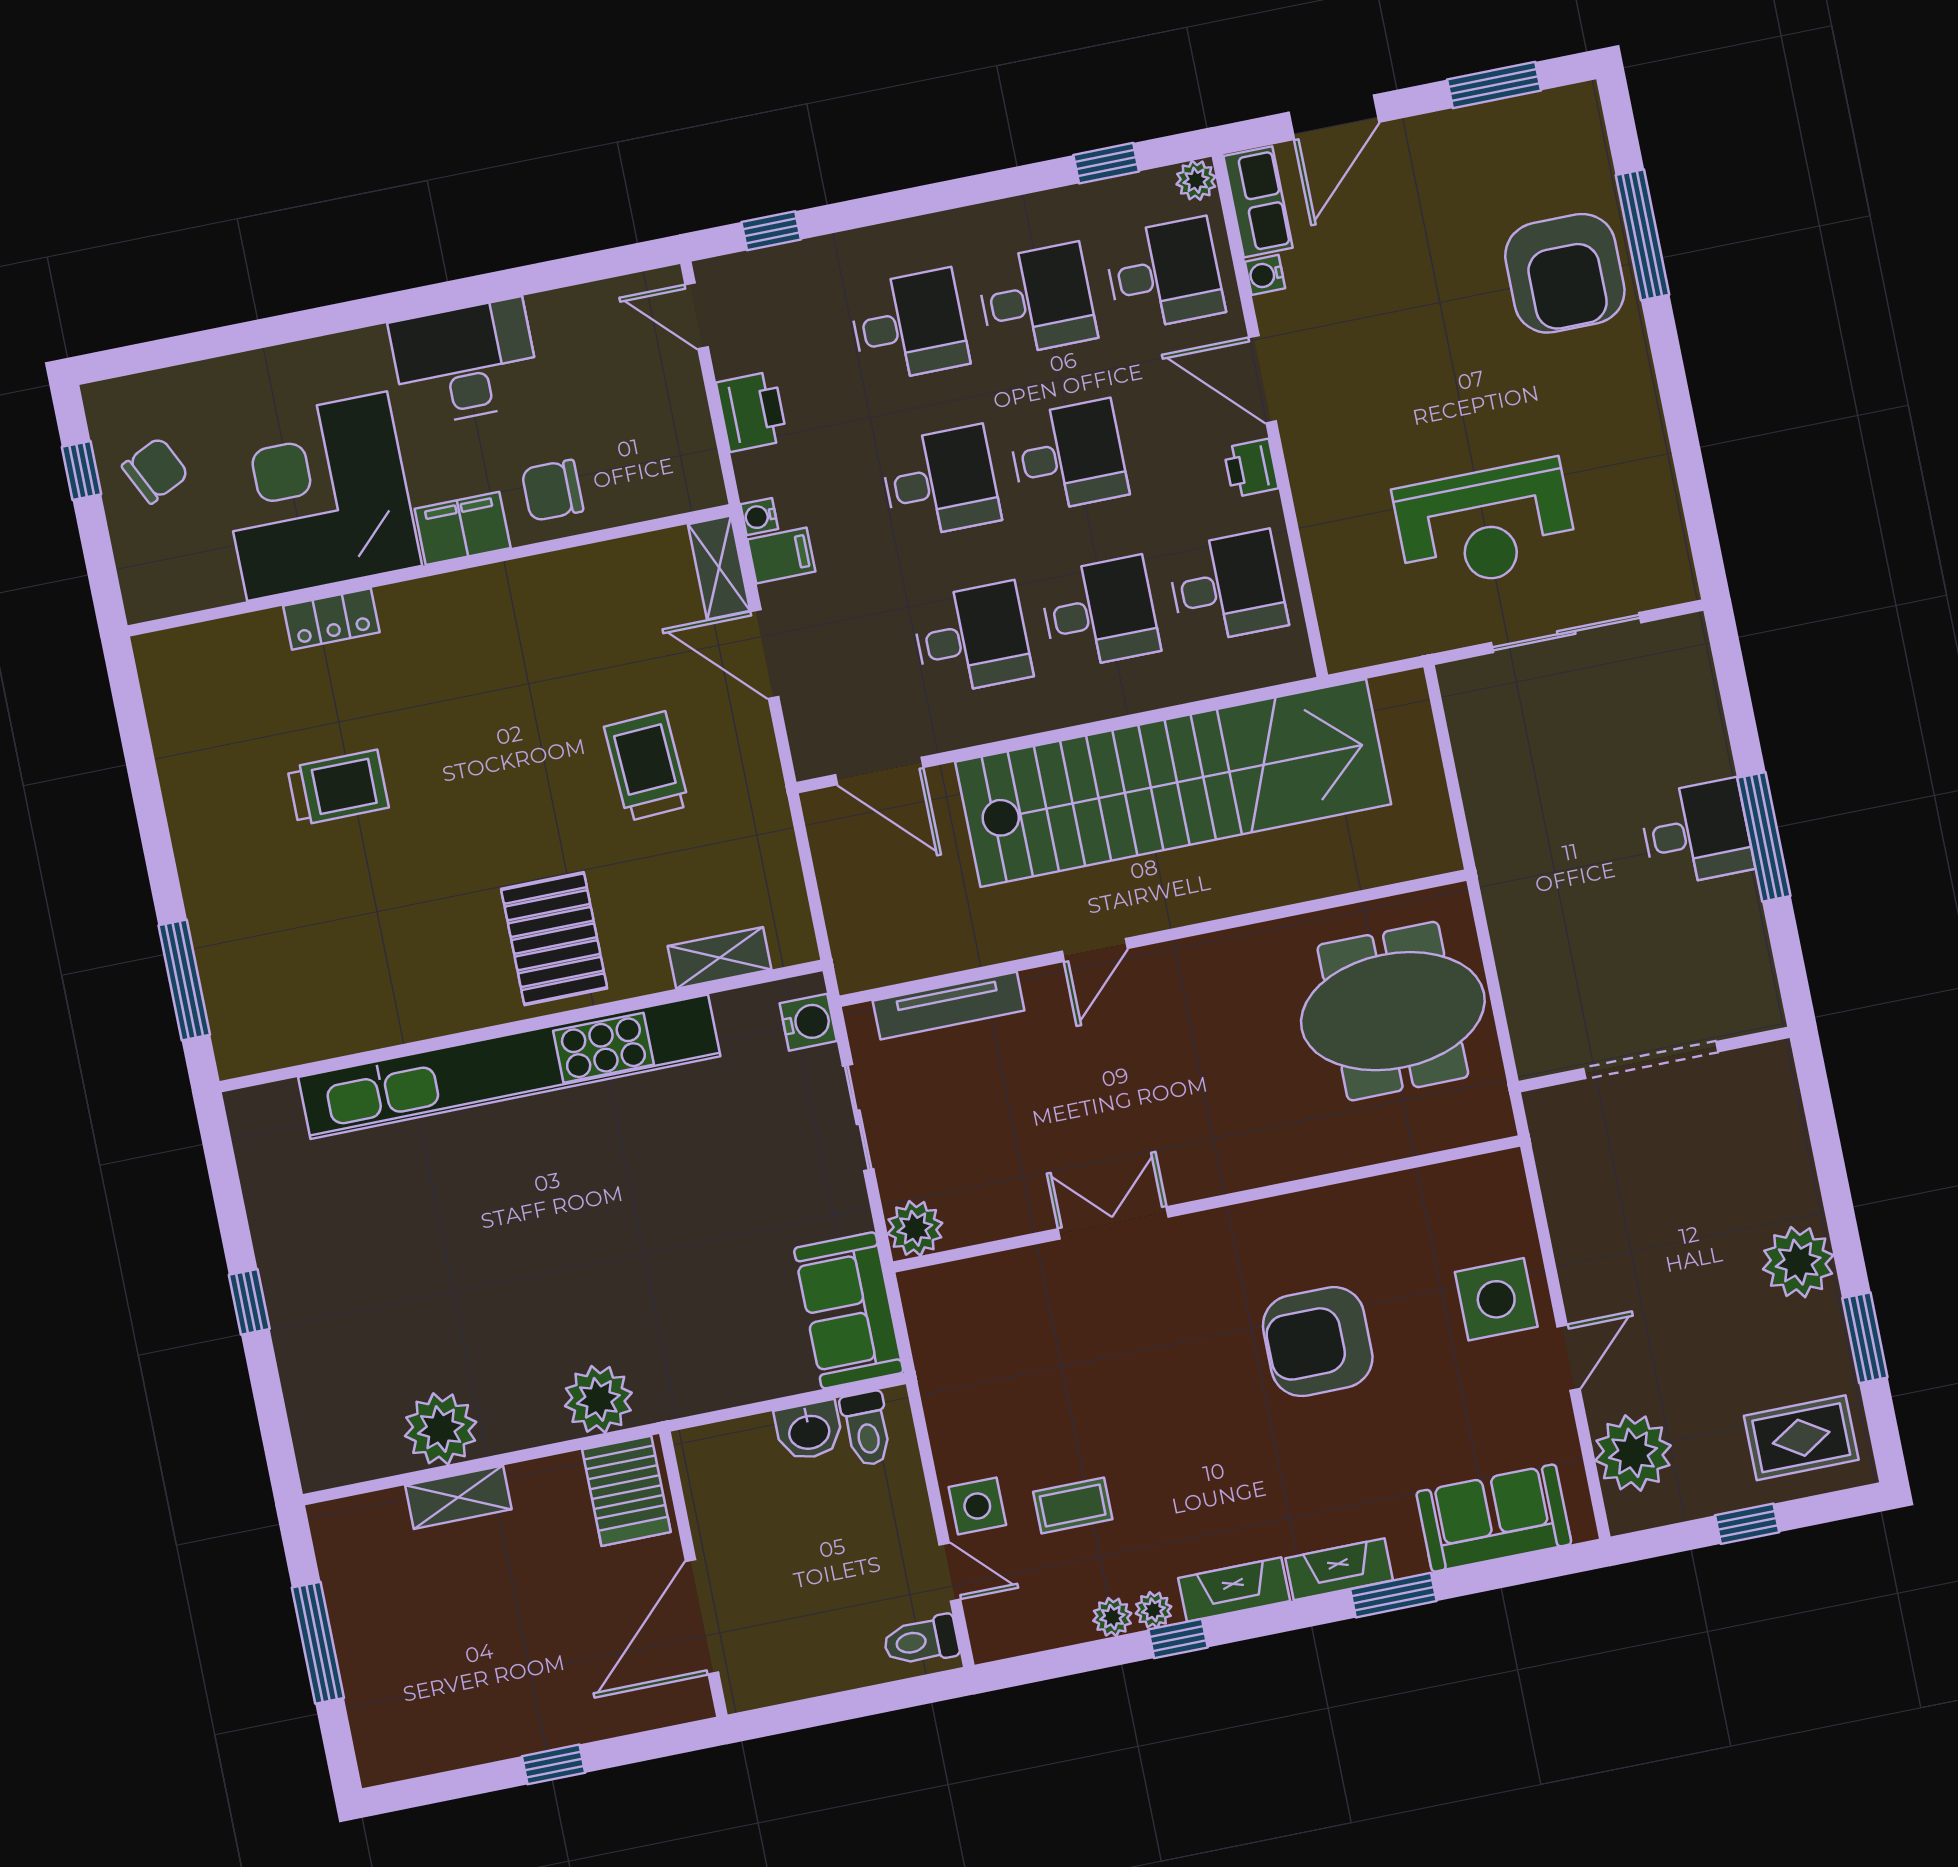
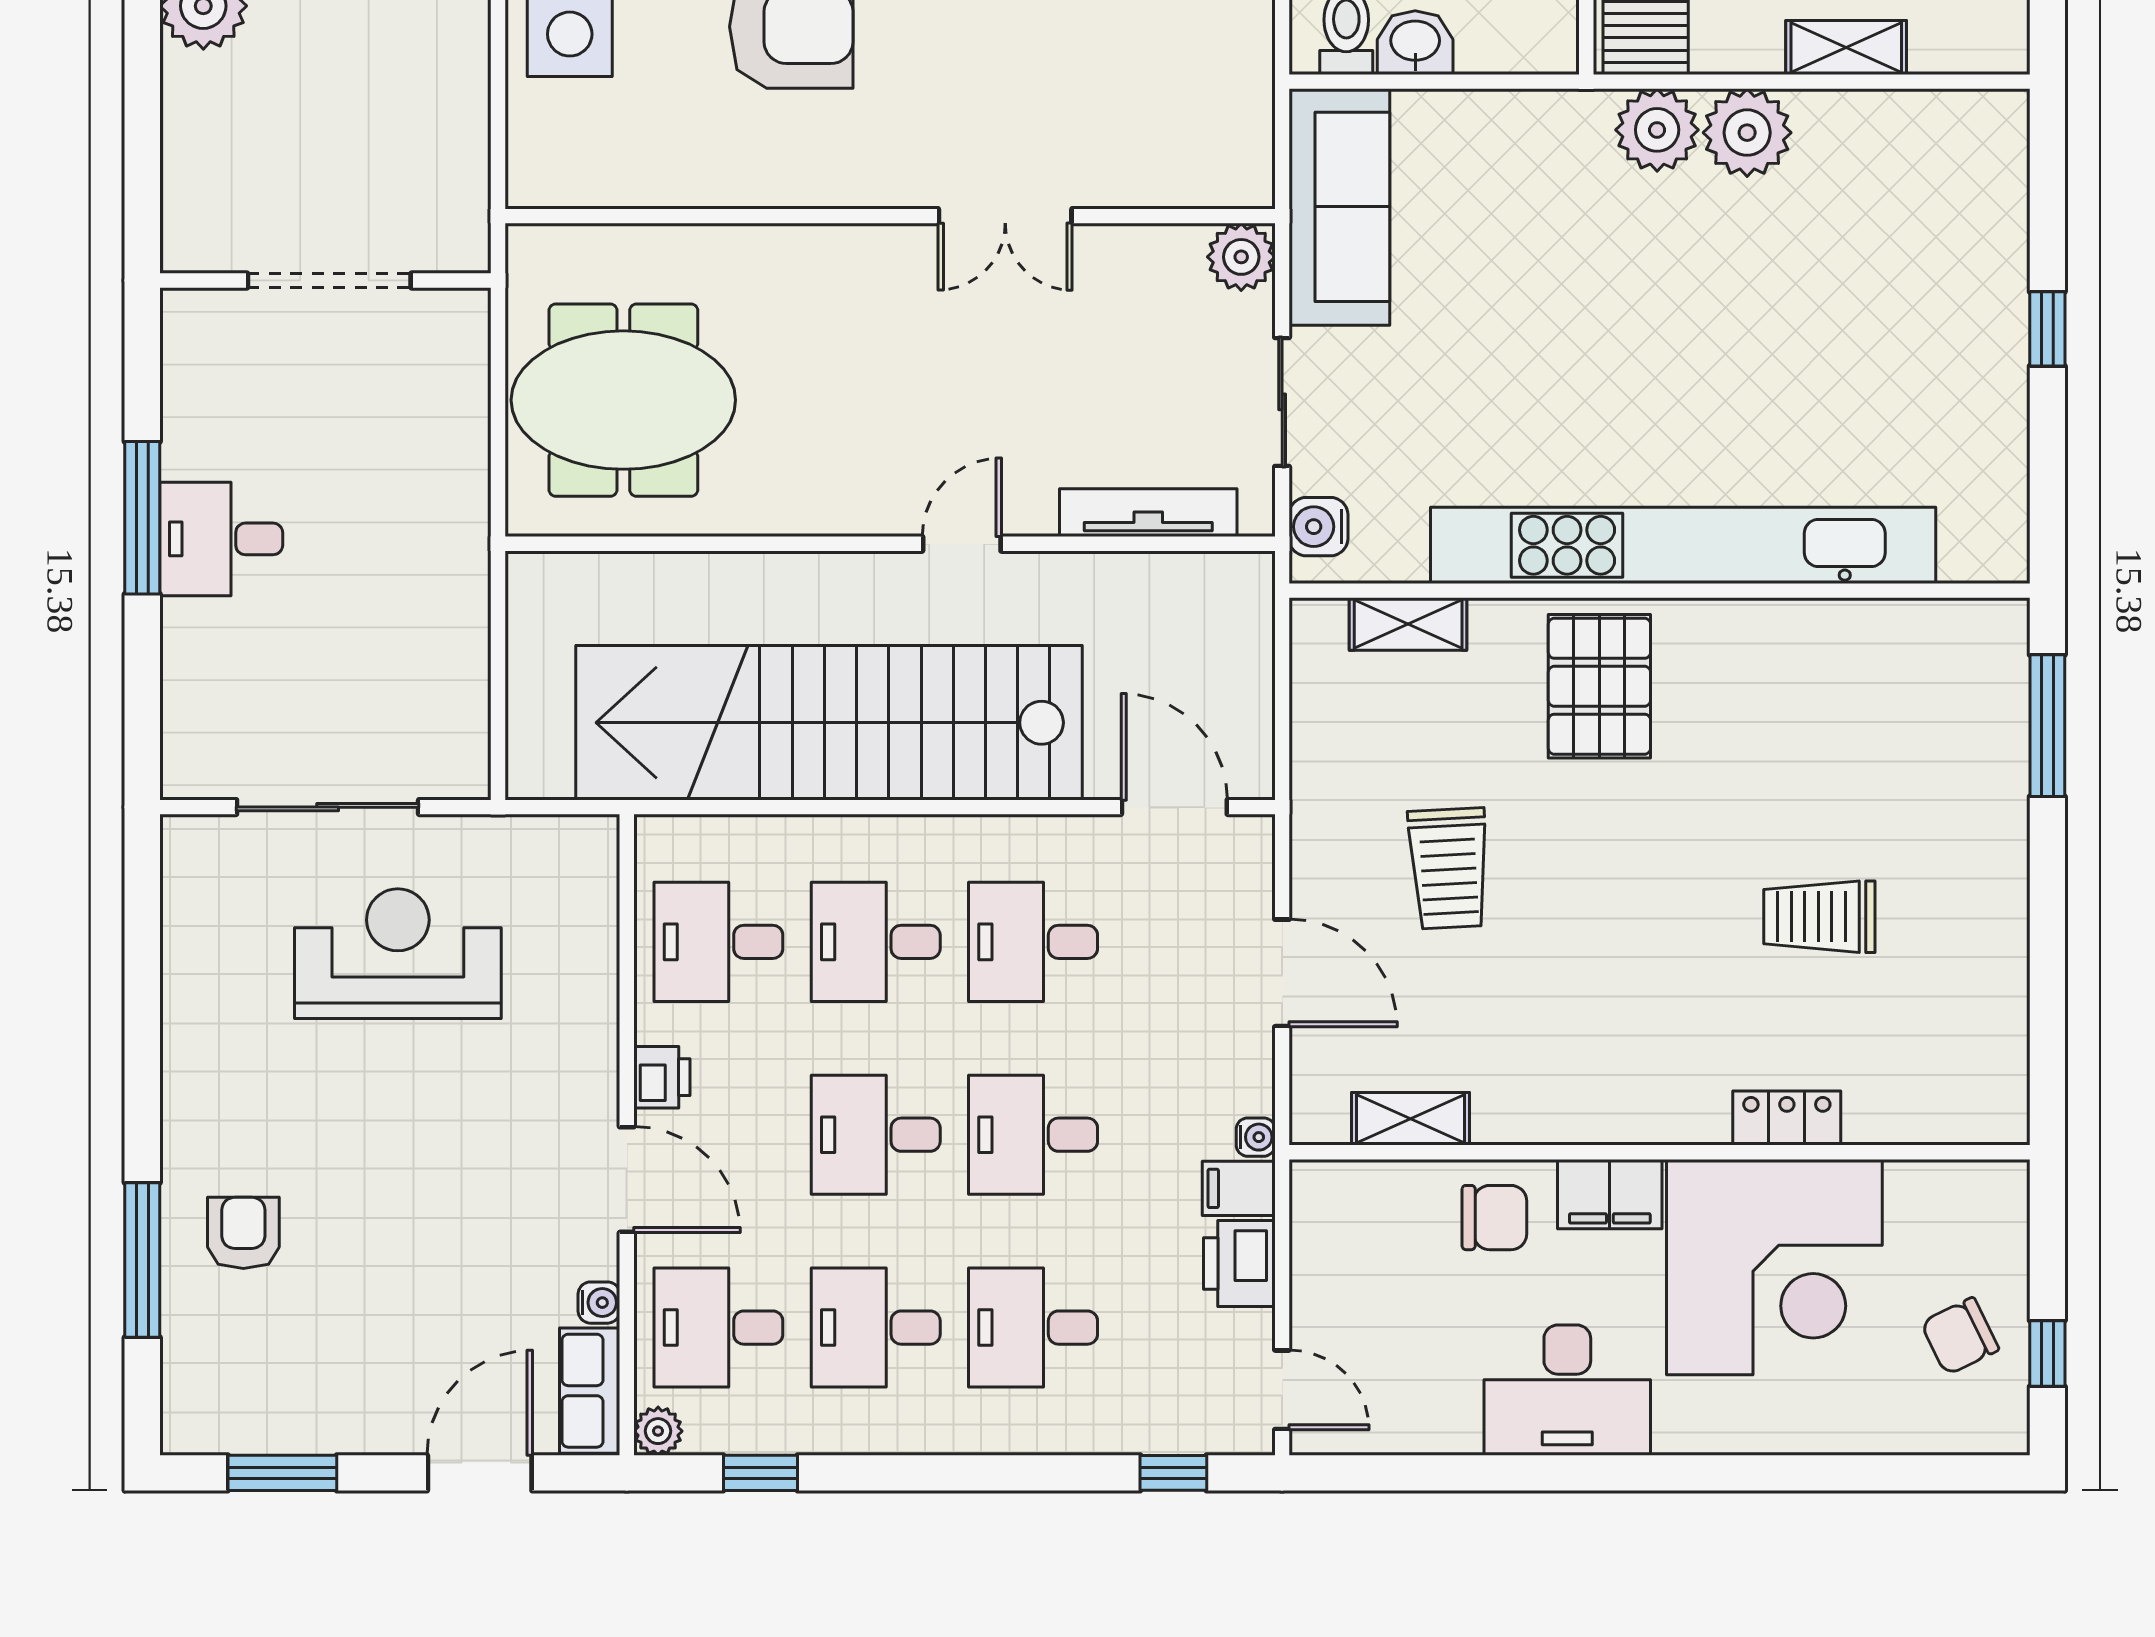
armchair: (1565, 273) -> (243, 1233), width x0.53, depth x0.53
filing cabinet: (781, 555) -> (1239, 1188), moved
shelving: (719, 568) -> (1410, 1119), moved, turned 90
sofa: (849, 1310) -> (1339, 207), width x1.36
plant: (441, 1429) -> (1747, 133), moved

